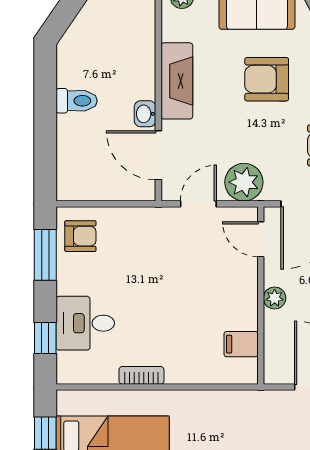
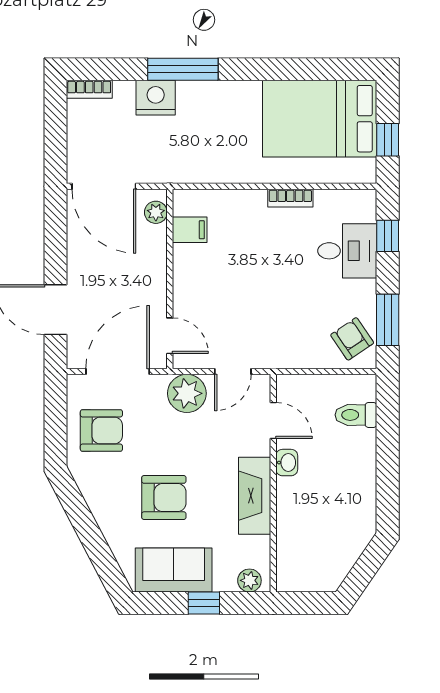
toilet: (77, 101) -> (356, 415), moved
door: (158, 155) -> (273, 421), width x0.73
armchair: (80, 236) -> (352, 339), turned 56
plant: (275, 298) -> (156, 212), moved

